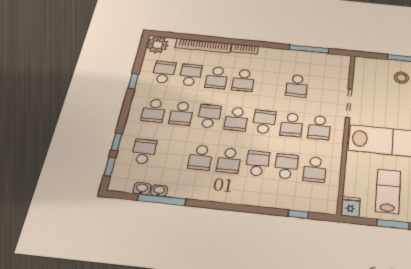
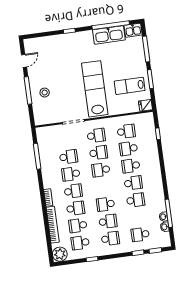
school desk: (236, 119) -> (71, 174), moved, turned 180

